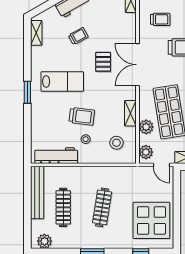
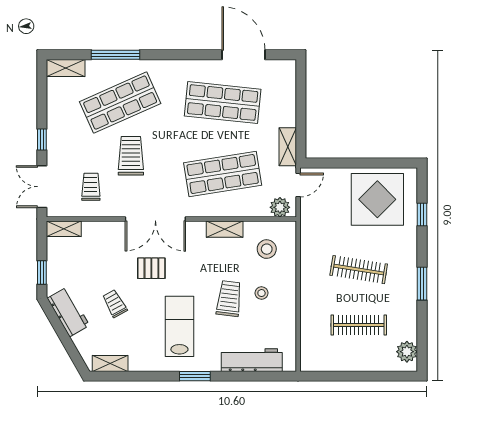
plant: (146, 127) -> (244, 207), removed
workbench: (56, 156) -> (252, 360), moved, turned 90
bench: (37, 193) -> (338, 362), removed

